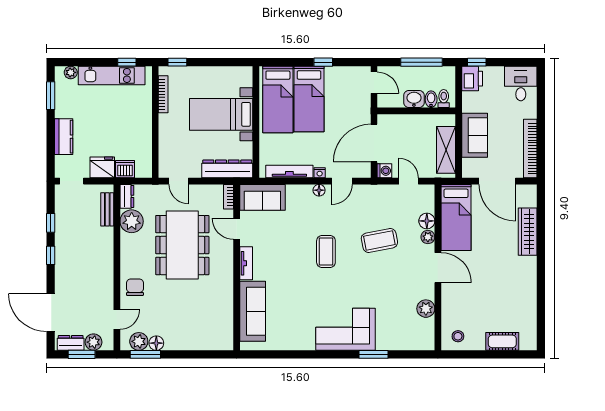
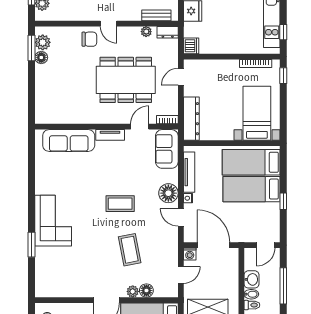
bed with nightstands: (221, 114) -> (257, 113), moved
dishwasher: (125, 169) -> (191, 46), moved
floor lamp: (319, 190) -> (168, 193), width x1.89, depth x1.89
plant: (132, 221) -> (146, 32), width x0.53, depth x0.53
plant: (426, 309) -> (71, 290), removed
door: (117, 320) -> (109, 24), moved

